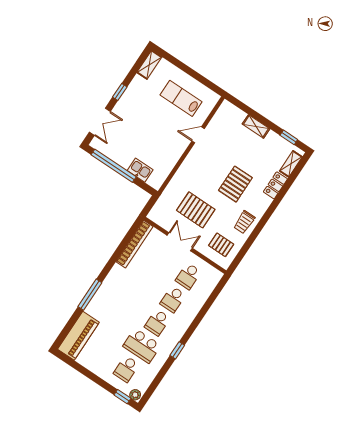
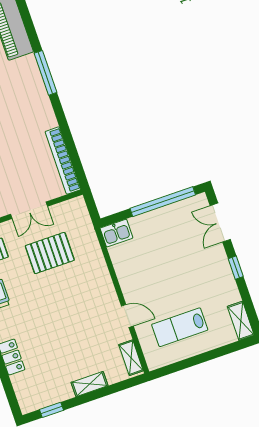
lab bench: (181, 98) -> (180, 327), turned 180
door: (198, 135) -> (127, 316), hinge flipped
shelving: (291, 164) -> (131, 358), moved
kitchen sink: (140, 170) -> (116, 233), moved
pallet: (235, 184) -> (45, 316), removed

